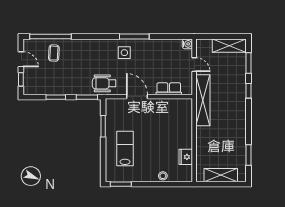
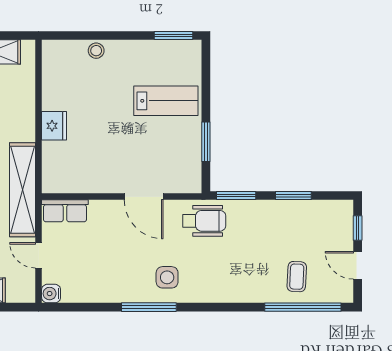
row of seats: (169, 89) -> (65, 211), moved
lab bench: (125, 149) -> (166, 101), turned -90
fridge: (186, 157) -> (54, 126), moved

